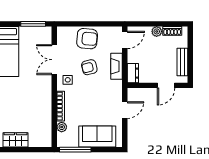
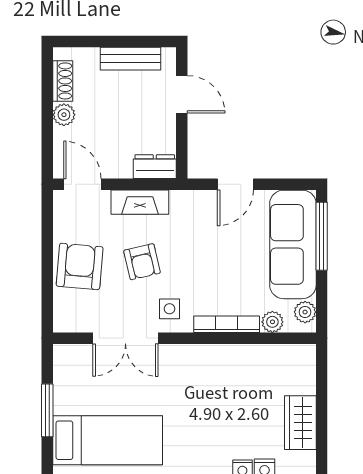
window: (33, 24) -> (47, 410), moved
door: (125, 110) -> (235, 184), swing flipped
sofa: (97, 136) -> (293, 244), width x1.36
plant: (66, 142) -> (305, 312), added
window: (75, 150) -> (322, 236), moved

